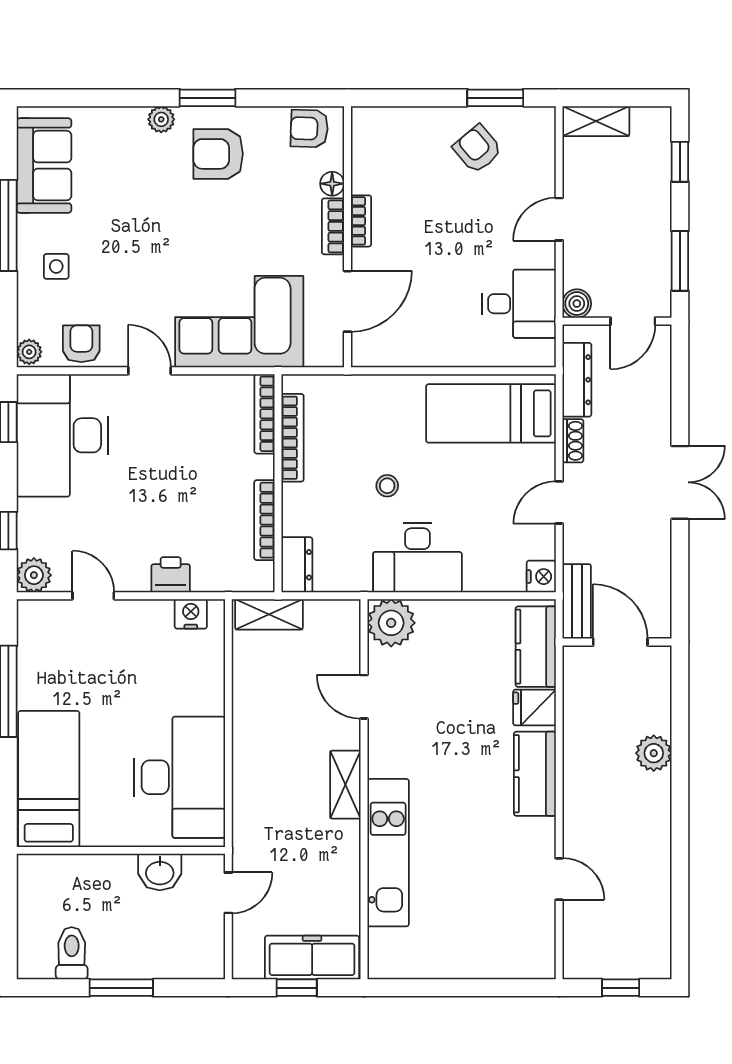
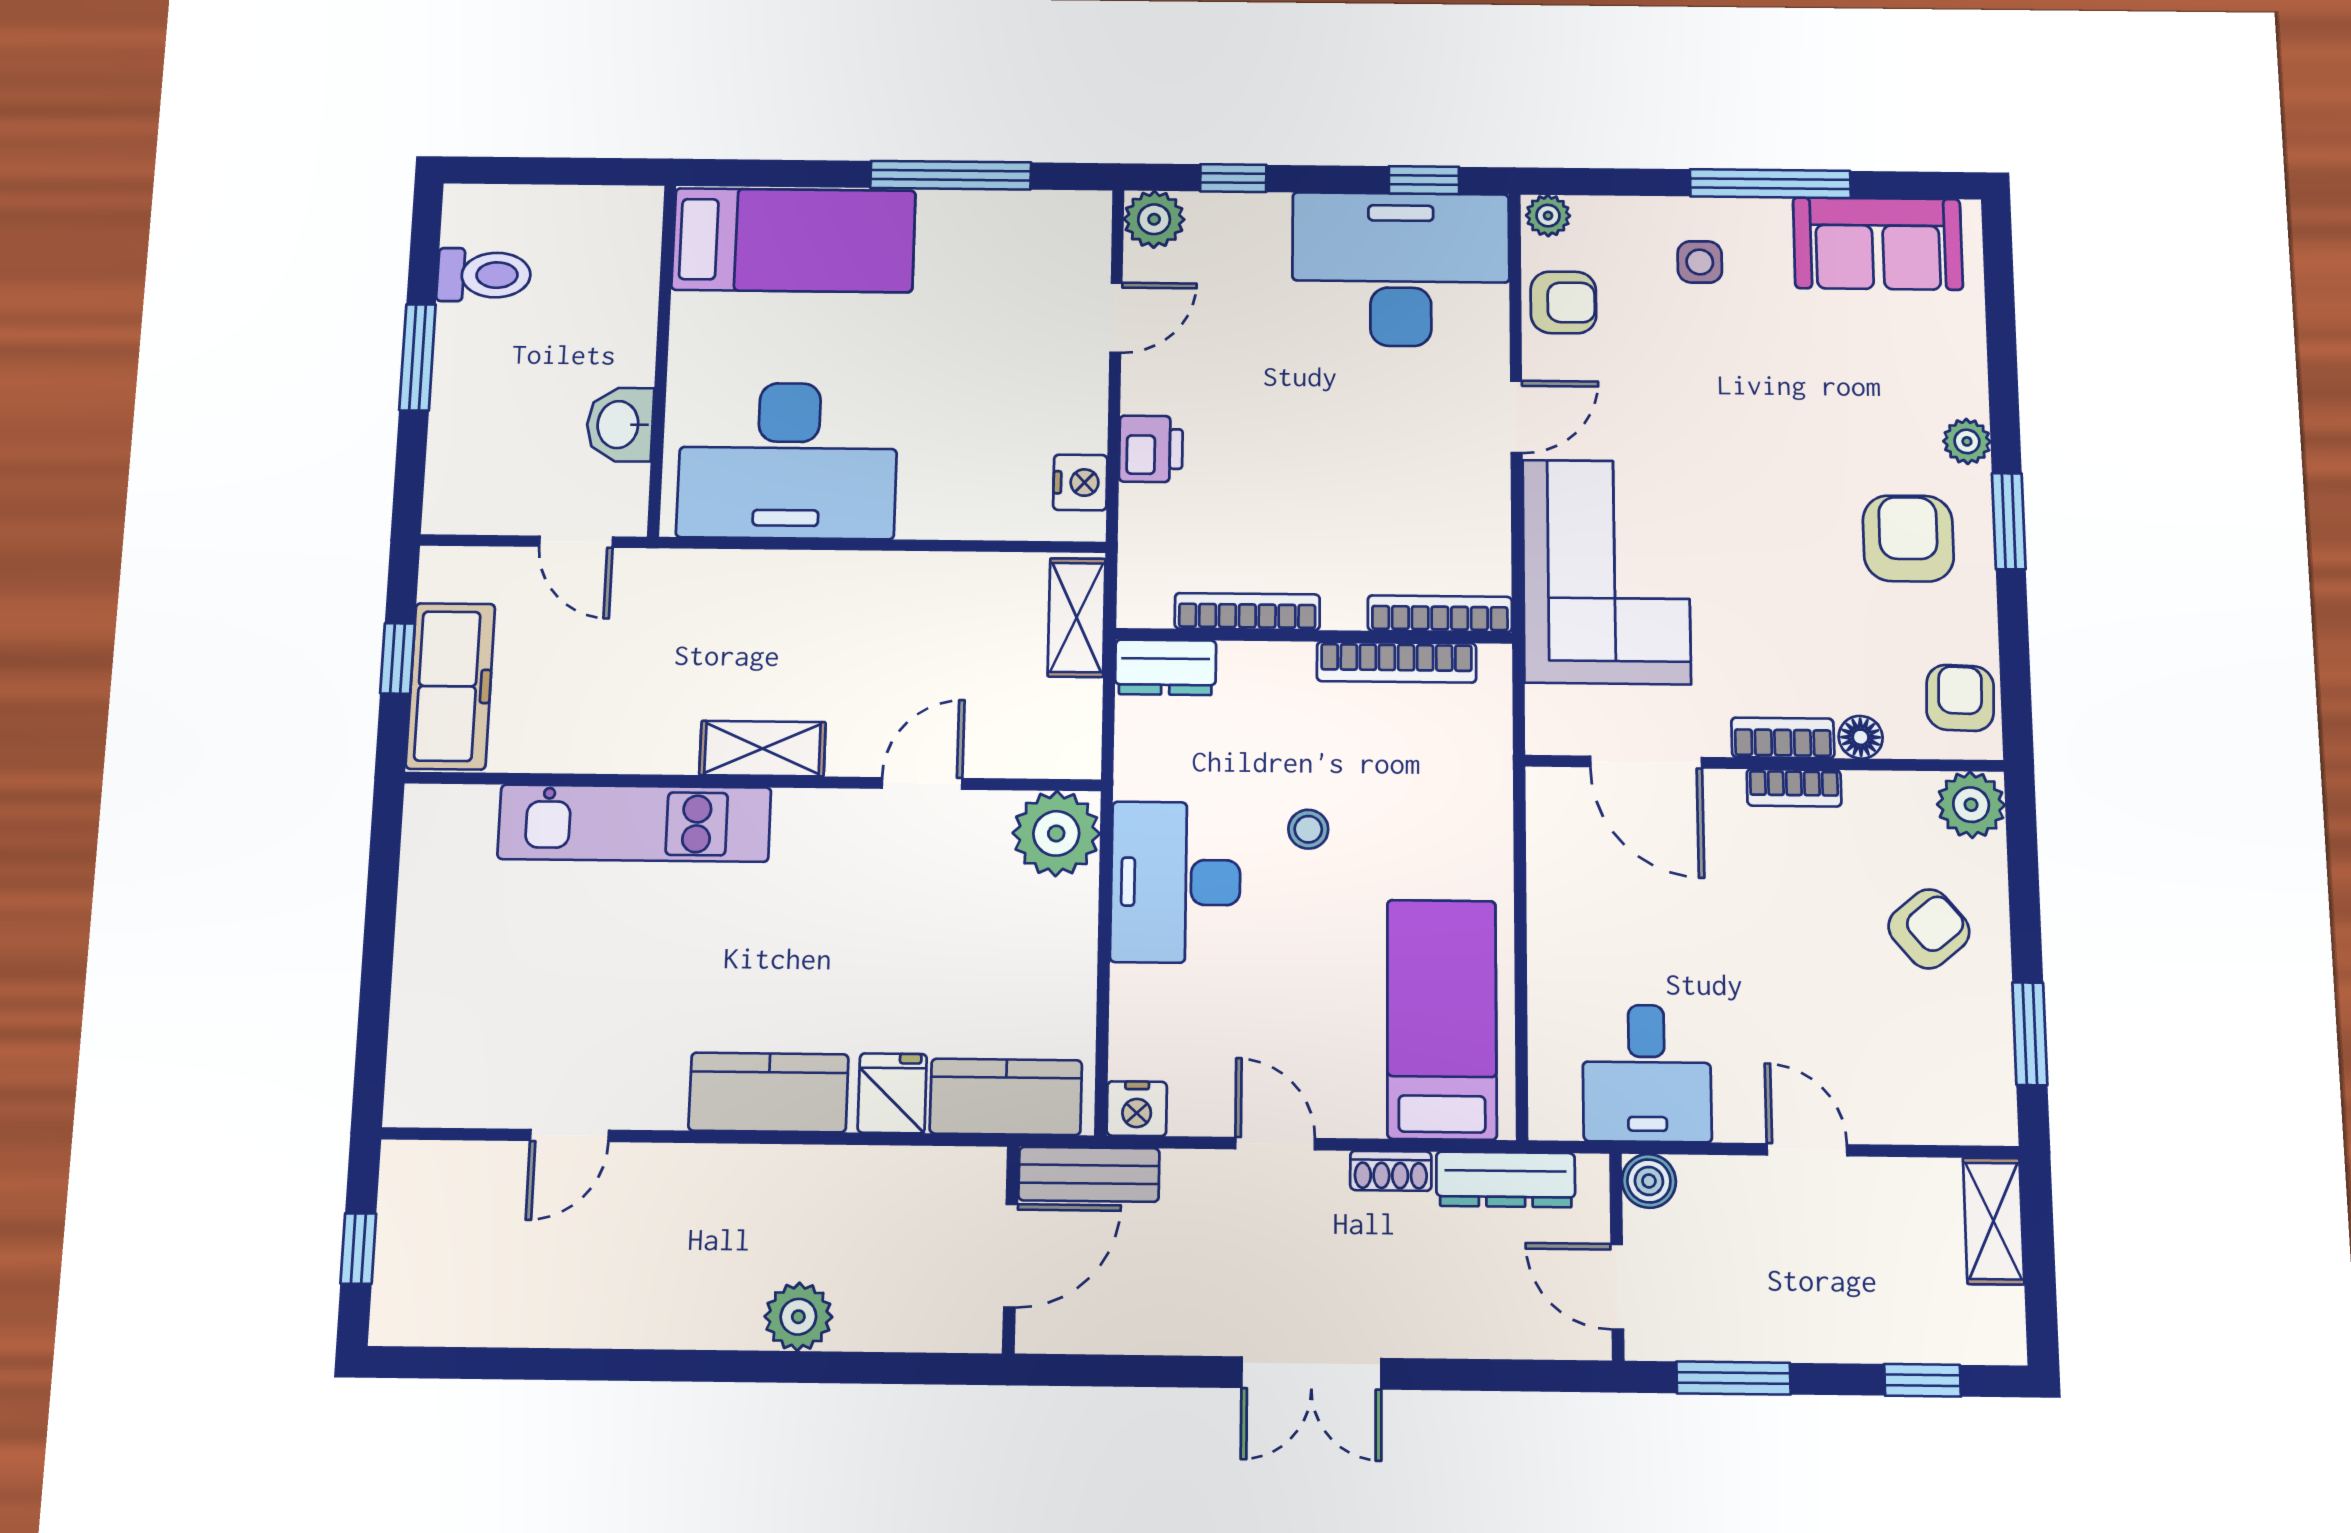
plant: (369, 125) -> (1971, 805), added
armchair: (477, 149) -> (1929, 929), moved

